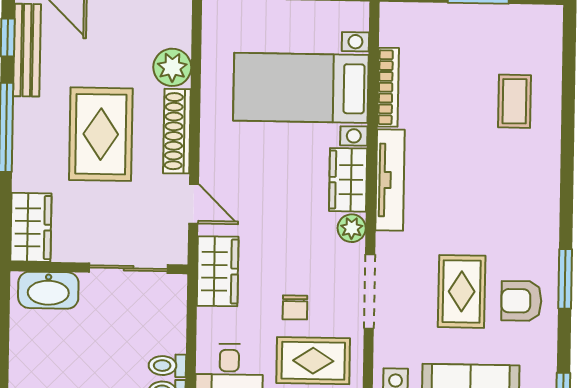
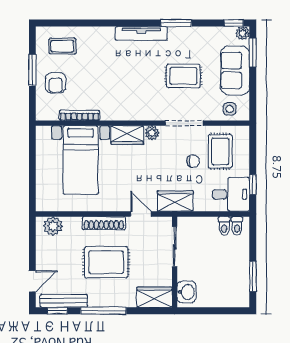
plant: (172, 67) -> (53, 226), moved
coffee table: (515, 101) -> (62, 46), moved
tv unit: (390, 180) -> (141, 33), moved, turned 180
door: (194, 204) -> (141, 214), hinge flipped
washbasin: (48, 290) -> (186, 292), width x0.72
armchair: (521, 301) -> (56, 83), moved

